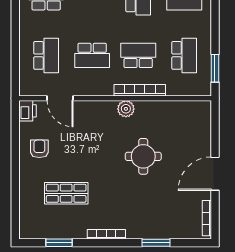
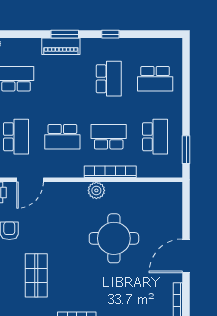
door: (60, 98) -> (30, 180), hinge flipped
round table: (143, 156) -> (114, 238), width x1.36, depth x1.36
shop shelf: (66, 193) -> (36, 275), turned 90

